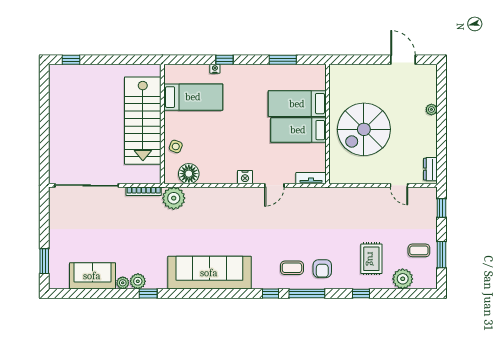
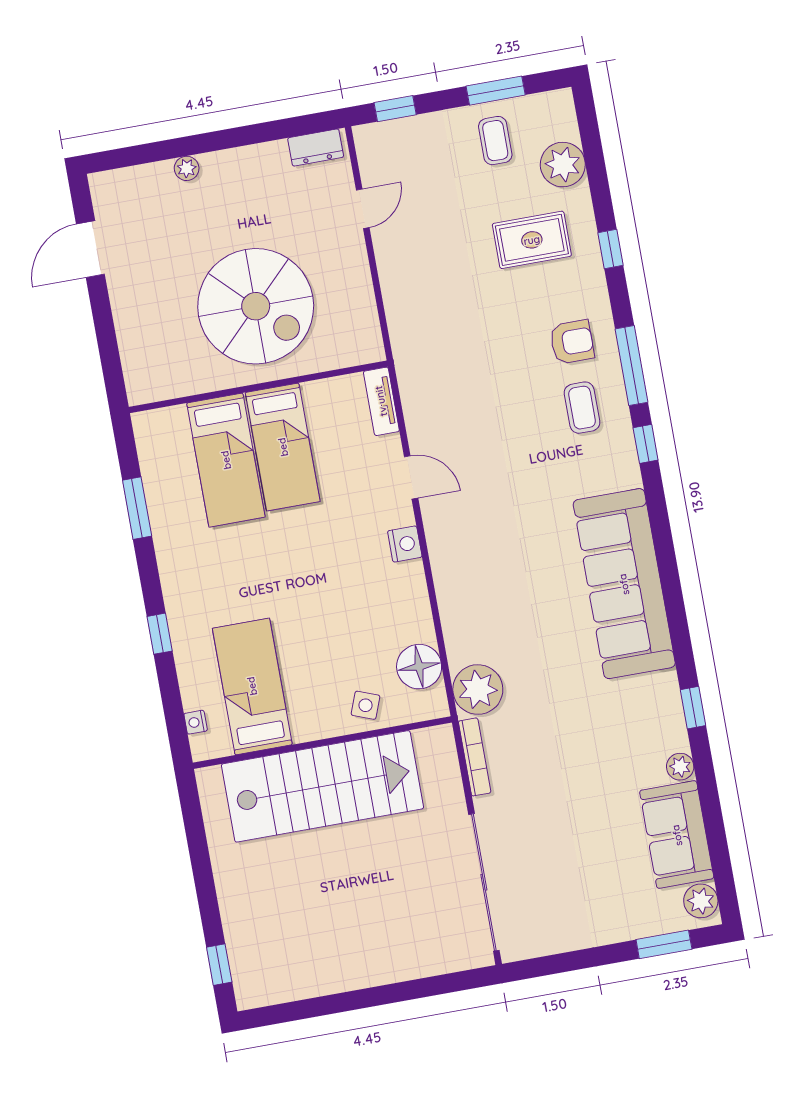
nightstand: (215, 69) -> (196, 722), moved
plant: (138, 281) -> (701, 901), moved

